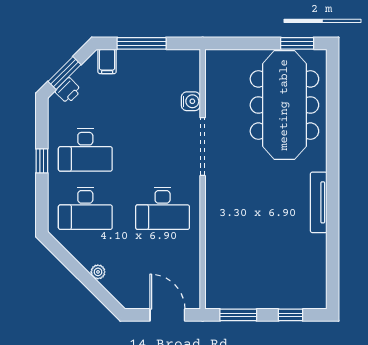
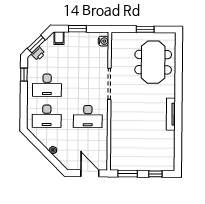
window: (142, 43) -> (77, 29), width x0.69
window: (297, 43) -> (145, 29), moved
water cooler: (191, 101) -> (104, 41), moved
meeting table: (284, 105) -> (153, 62), width x0.73
window: (42, 161) -> (24, 75), moved

